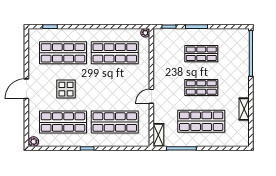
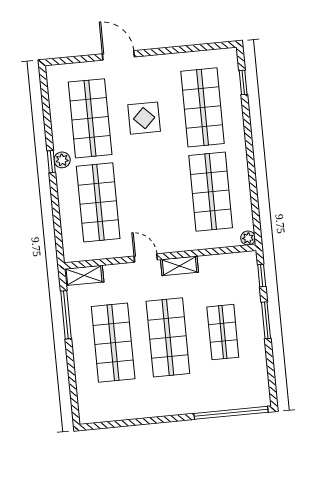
shop shelf: (201, 87) -> (168, 337), width x1.43, depth x1.36
door: (26, 89) -> (118, 55), moved
shelving: (244, 109) -> (179, 266), moved
plant: (34, 142) -> (62, 160), moved

